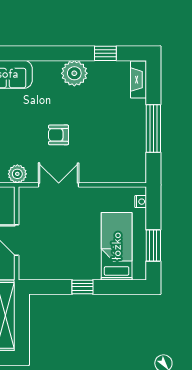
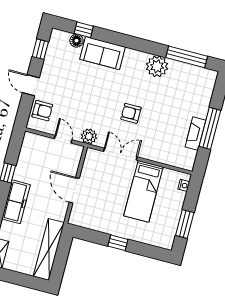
window: (105, 53) -> (187, 57), width x2.17
fireplace: (139, 80) -> (195, 134), moved
bed: (117, 246) -> (143, 191), moved, turned 180

